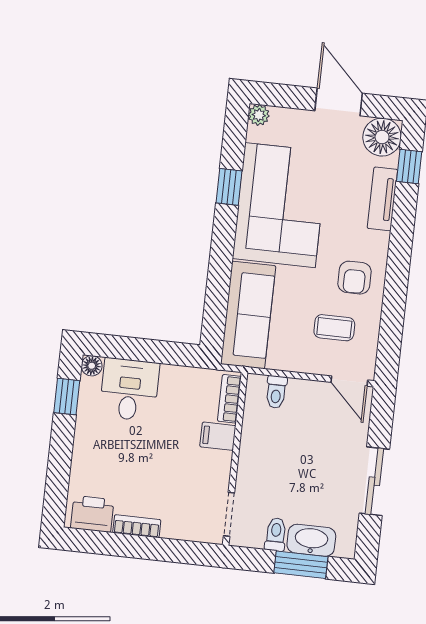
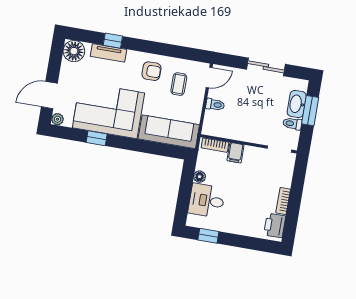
door: (339, 102) -> (49, 95), moved
window: (409, 166) -> (113, 41), moved
floor lamp: (92, 366) -> (200, 177), moved
toilet: (276, 392) -> (215, 105), moved

